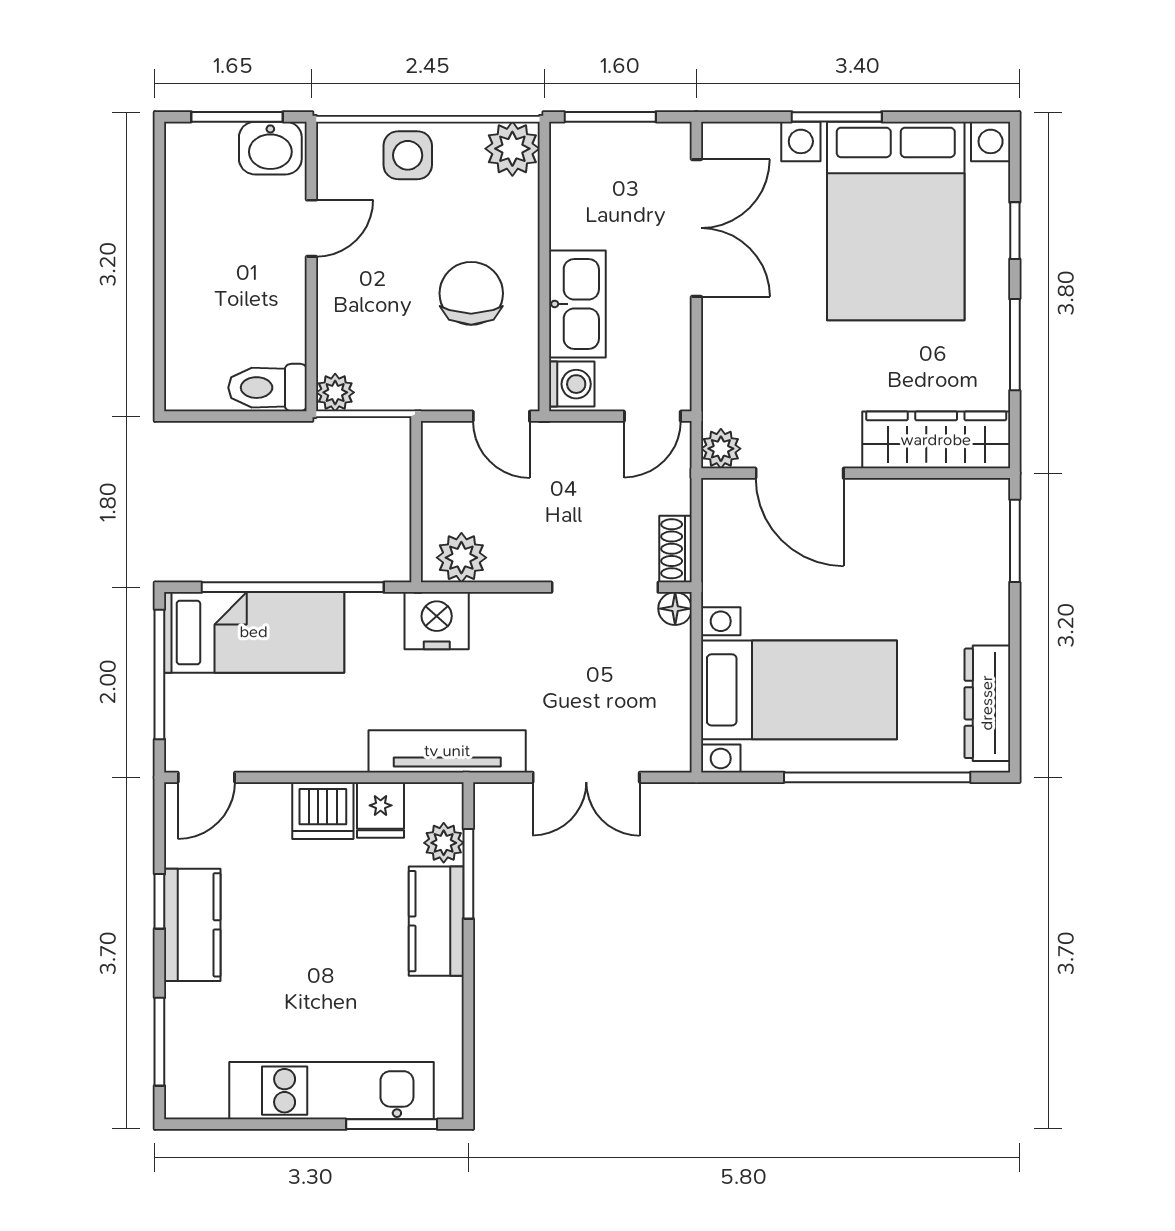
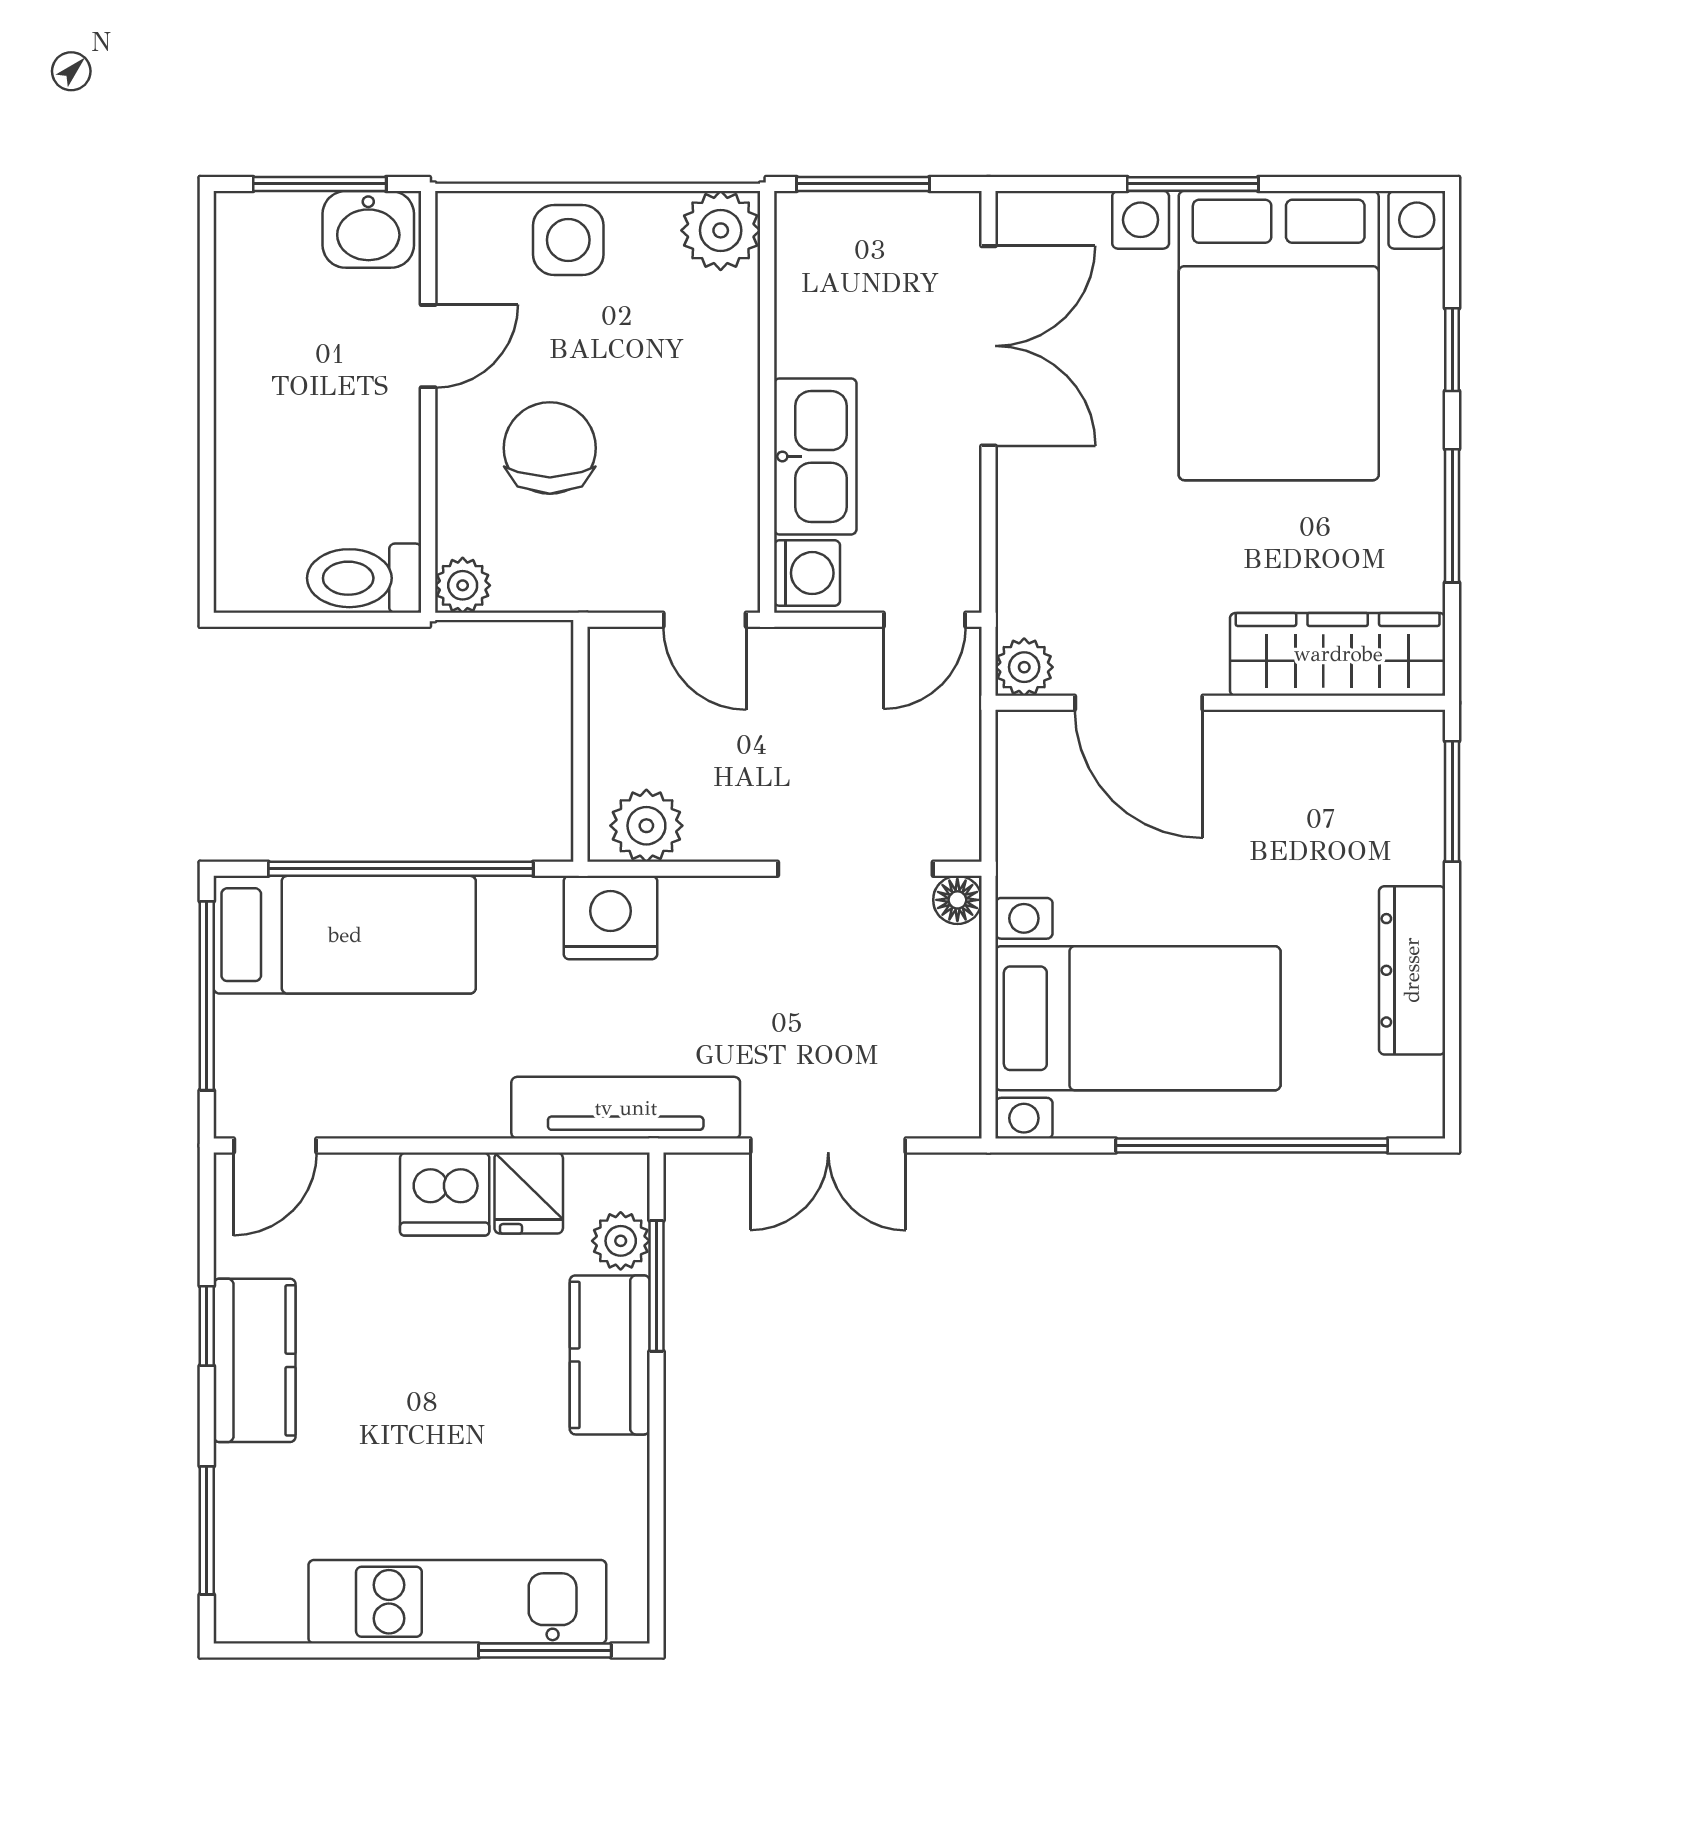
chair: (471, 293) -> (550, 448), moved
shoe rack: (675, 549) -> (958, 813), removed
dresser: (987, 703) -> (1412, 970), moved

